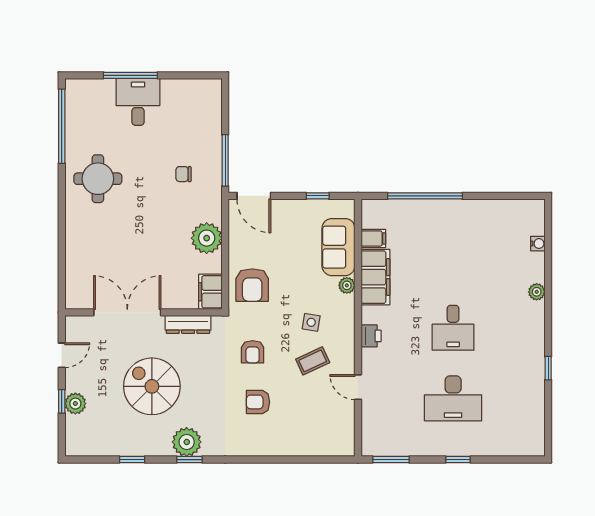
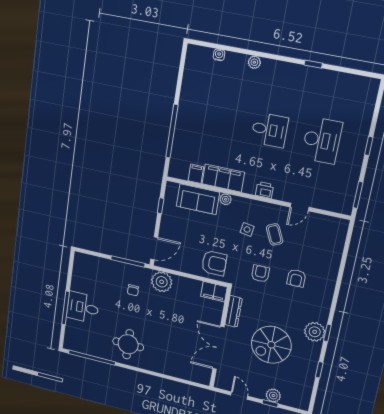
plant: (207, 238) -> (162, 282), moved
armchair: (253, 352) -> (260, 274), turned -90

